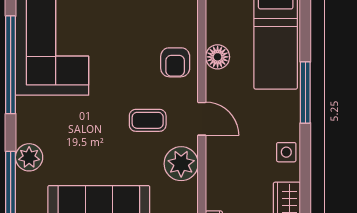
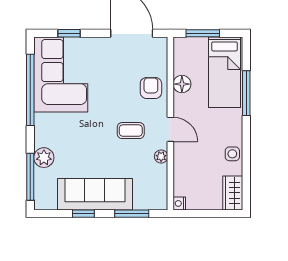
armchair: (175, 62) -> (151, 88), turned 180
window: (305, 92) -> (246, 93), moved
plant: (181, 164) -> (161, 156), width x0.53, depth x0.53

